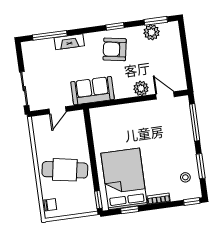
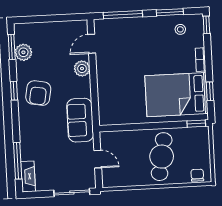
fireplace: (69, 42) -> (28, 176), moved

